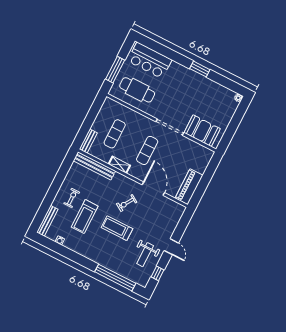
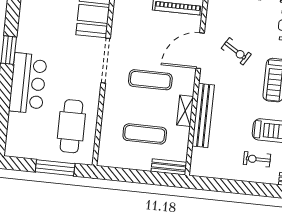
bar counter: (150, 60) -> (28, 83), moved
bench: (94, 166) -> (203, 116), moved
exercise bike: (127, 203) -> (236, 51), moved

